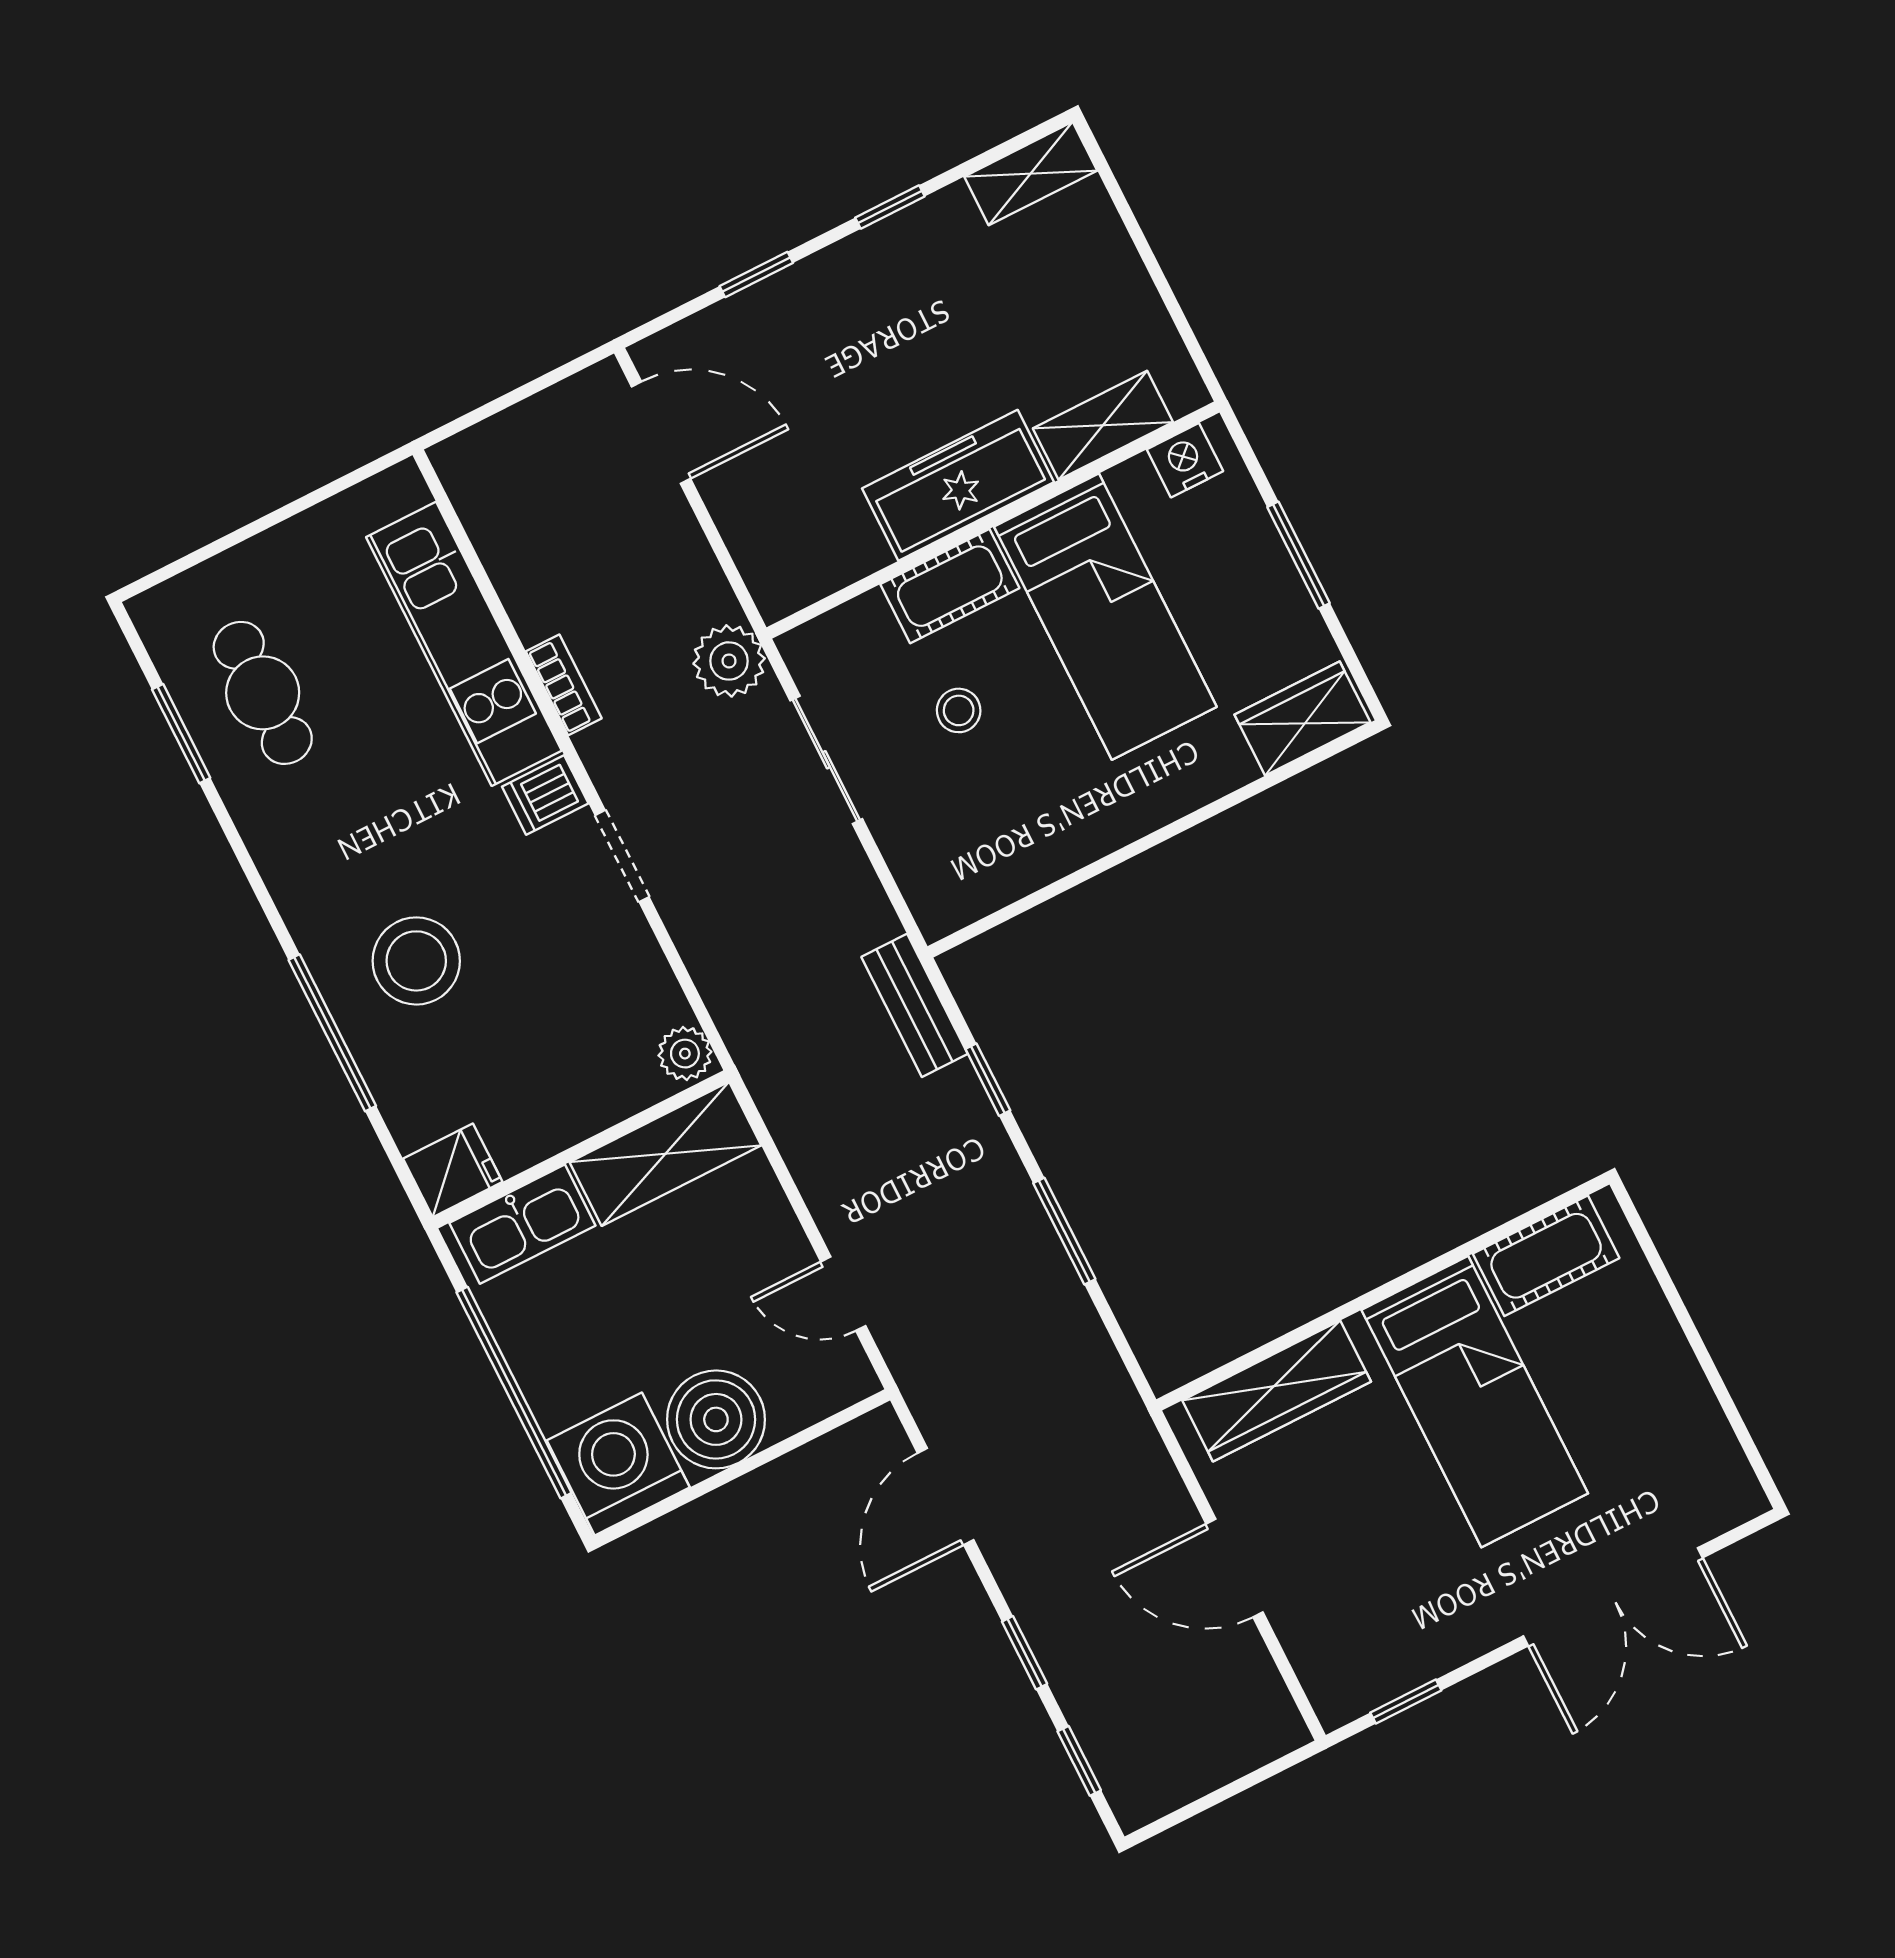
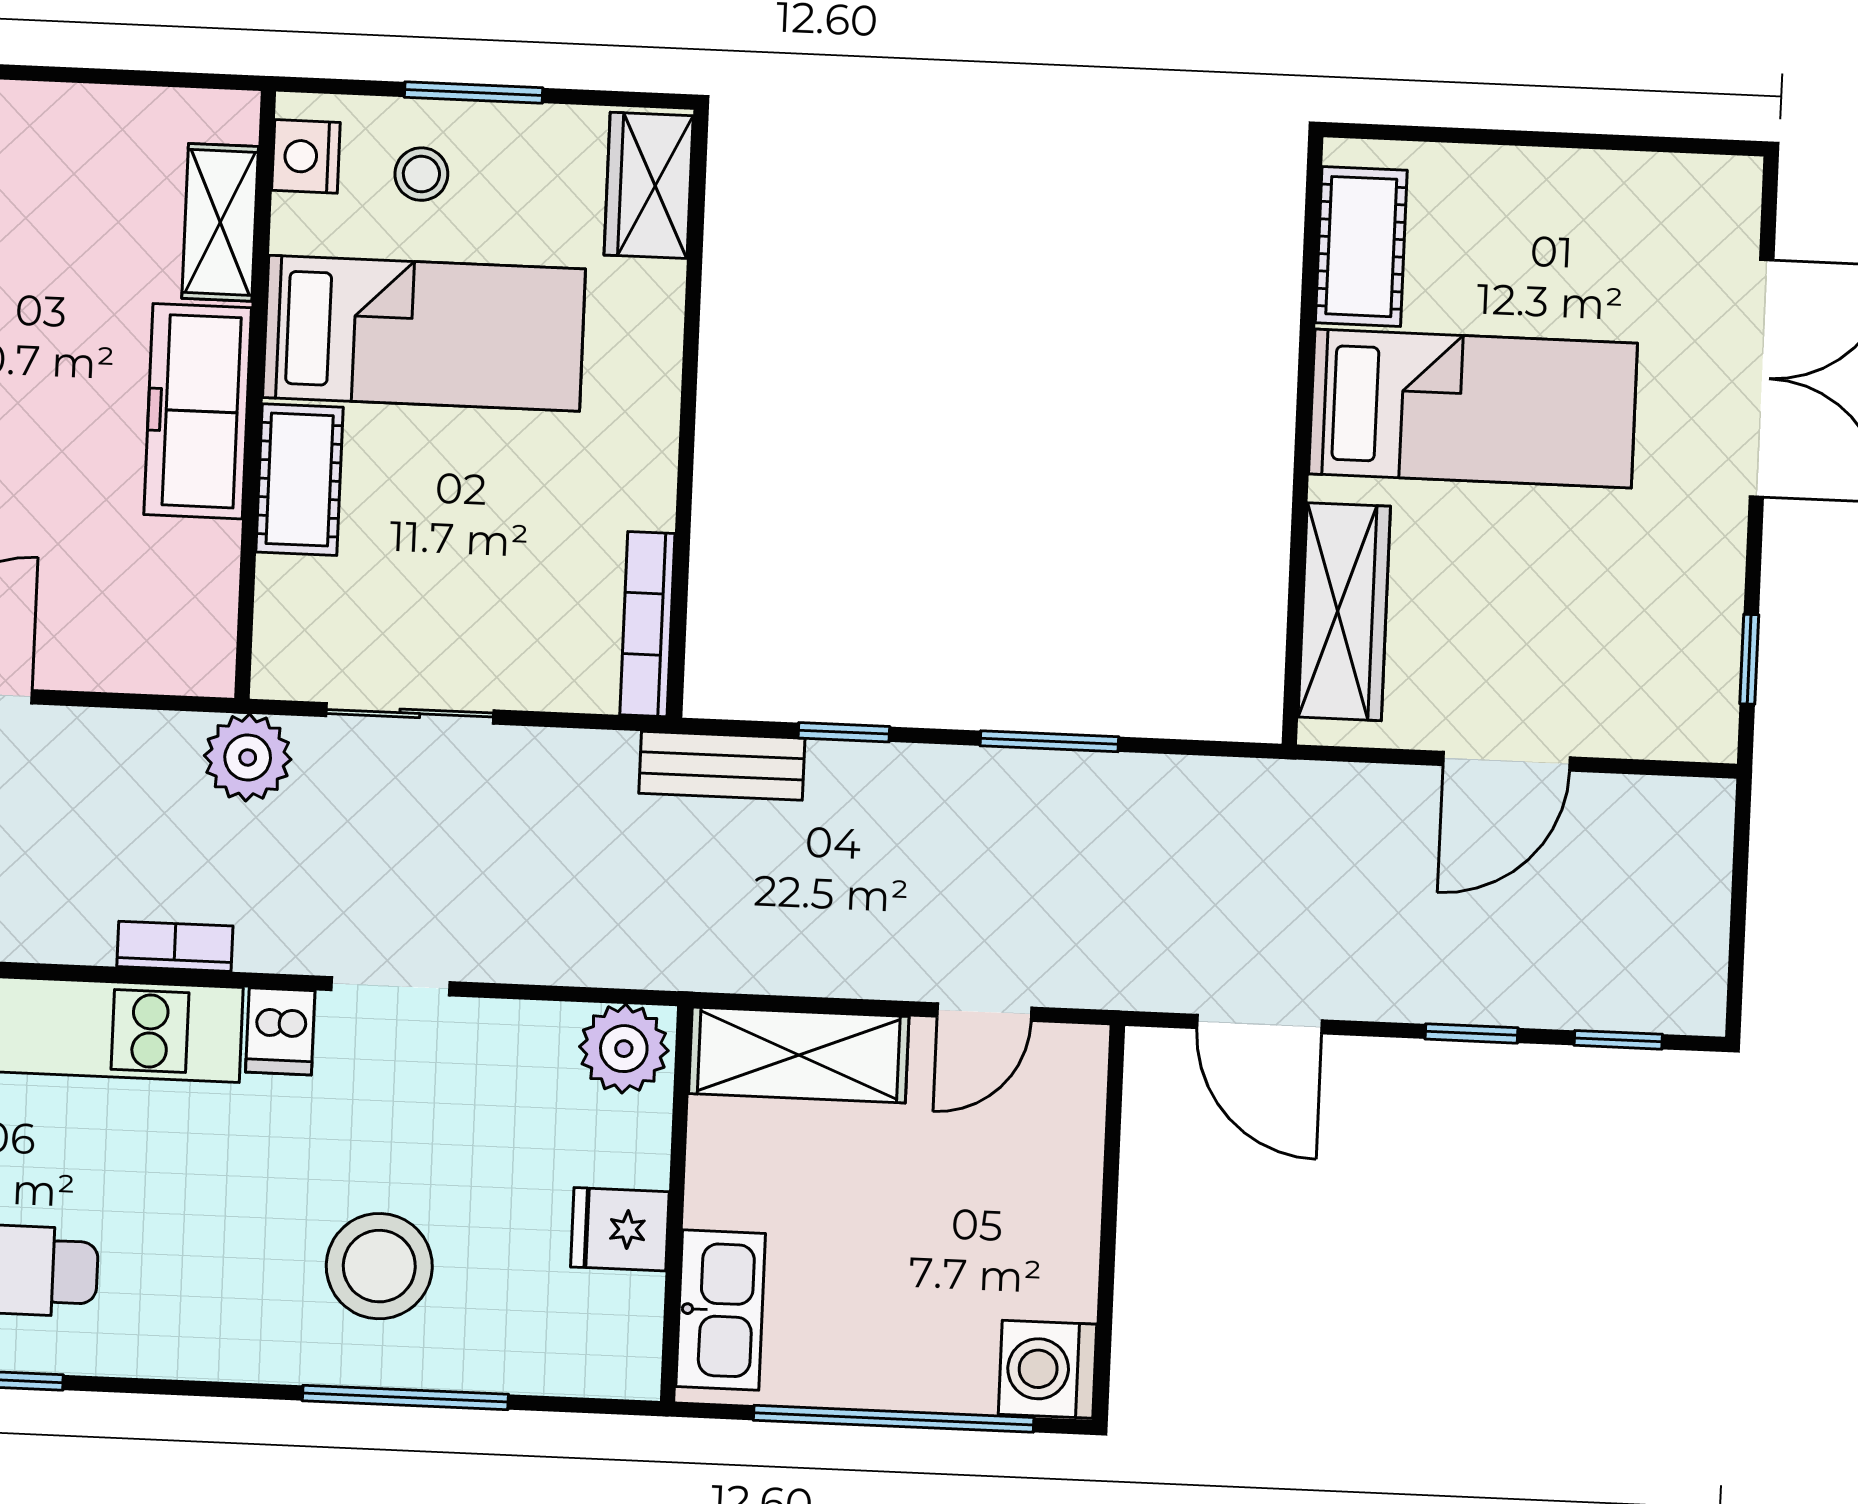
stool: (959, 710) -> (421, 174), moved
bookcase: (986, 895) -> (647, 624), added
plant: (685, 1054) -> (624, 1049), width x1.38, depth x1.38
shelving: (665, 1154) -> (799, 1055), moved, turned 90
fridge: (453, 1170) -> (620, 1229), moved, turned -90
boiler: (716, 1419) -> (1042, 1221), removed
washing machine: (618, 1464) -> (1048, 1369), width x0.73, depth x0.73

